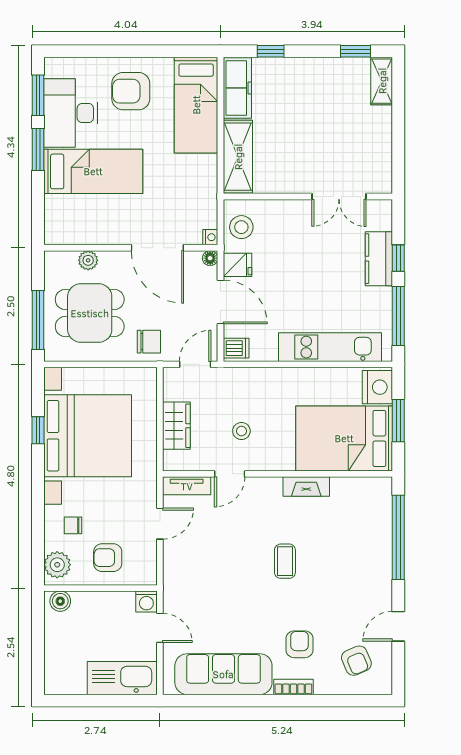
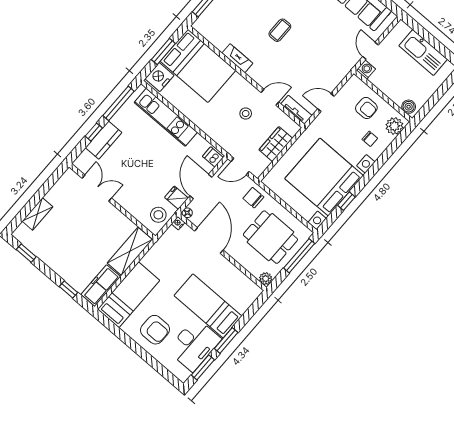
shelving: (382, 81) -> (37, 214), moved
plant: (88, 260) -> (266, 279), moved
kitchen sink: (122, 678) -> (423, 53), moved

